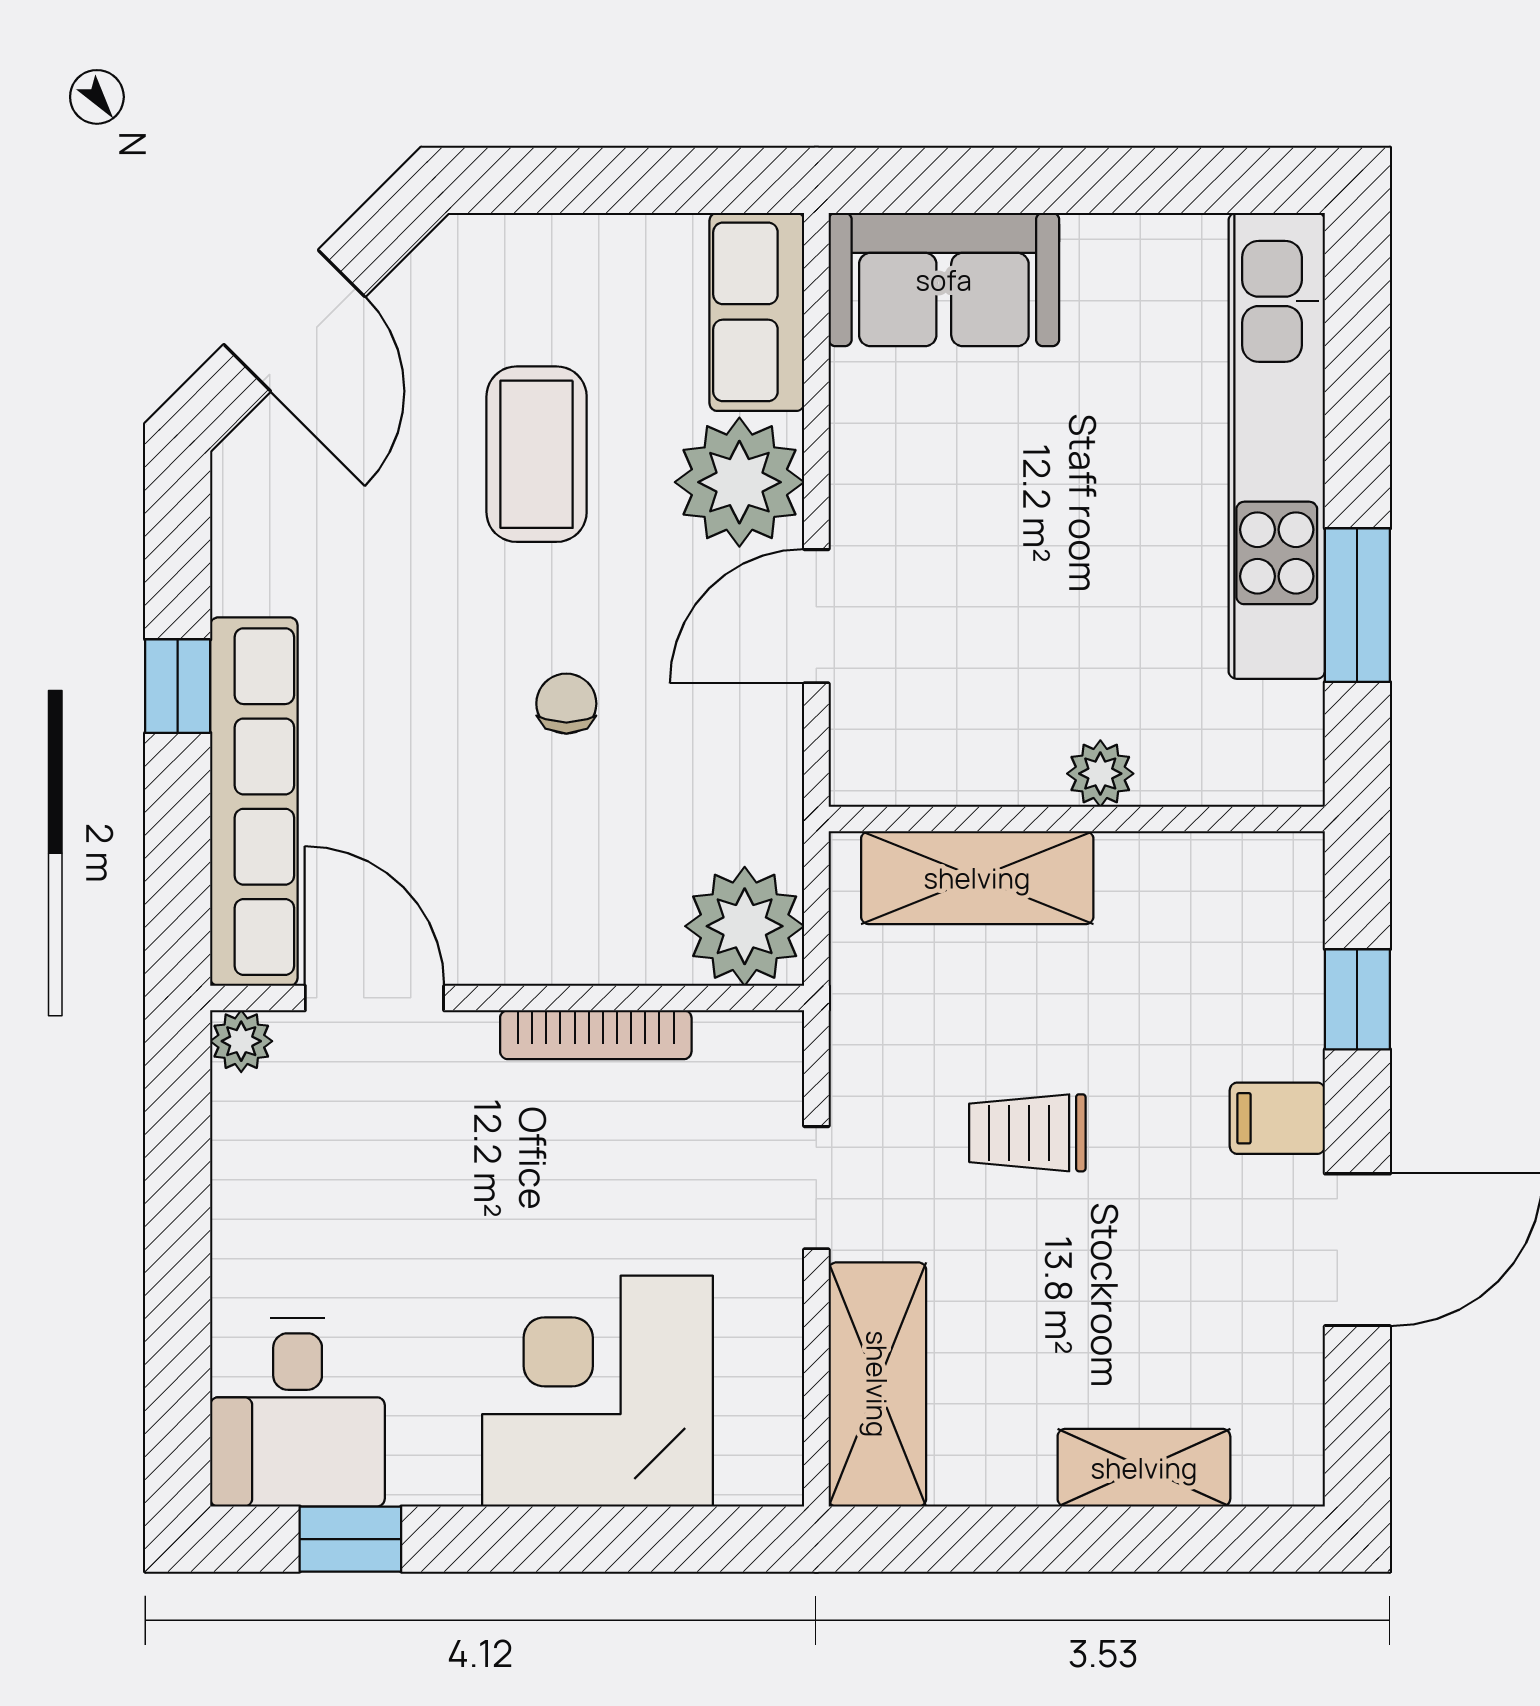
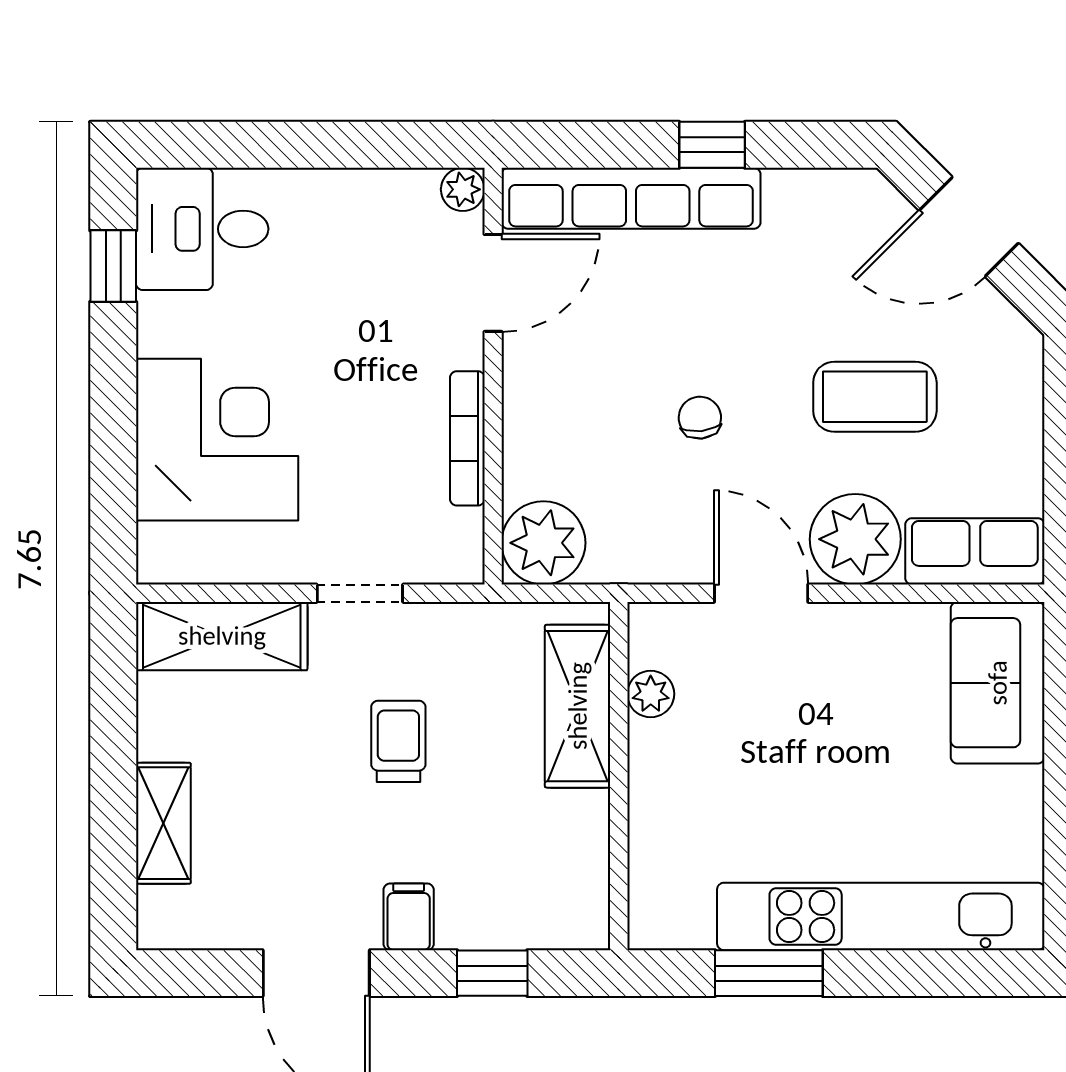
chair: (566, 704) -> (700, 418), turned -96
plant: (1100, 774) -> (651, 694), moved

